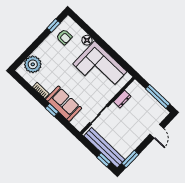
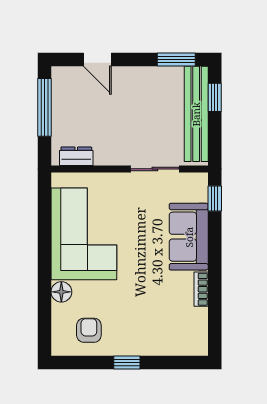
window: (54, 25) -> (127, 362), moved
plant: (33, 64) -> (174, 338), removed
dresser: (122, 99) -> (76, 156), moved
window: (52, 110) -> (215, 198), moved
door: (157, 131) -> (97, 60), swing flipped

